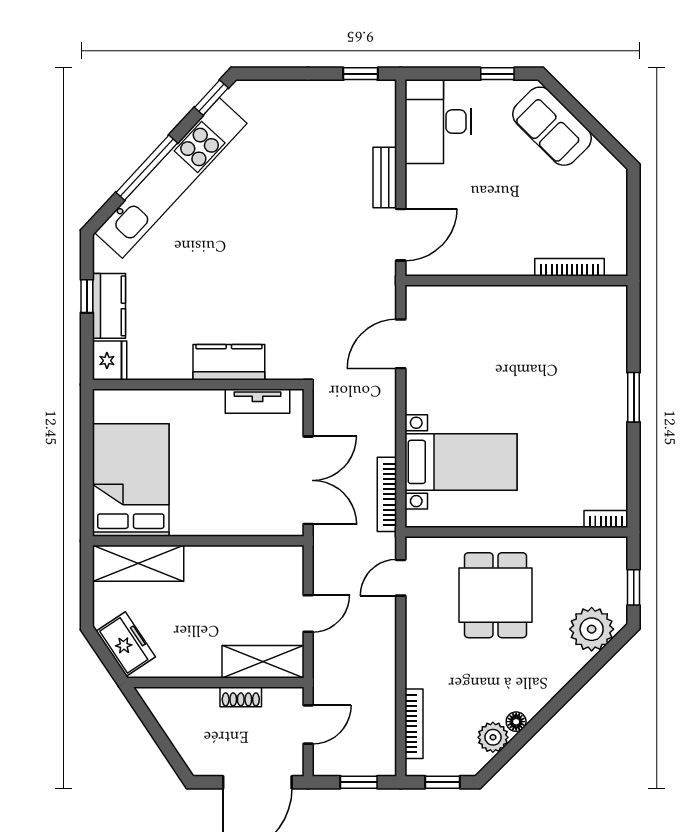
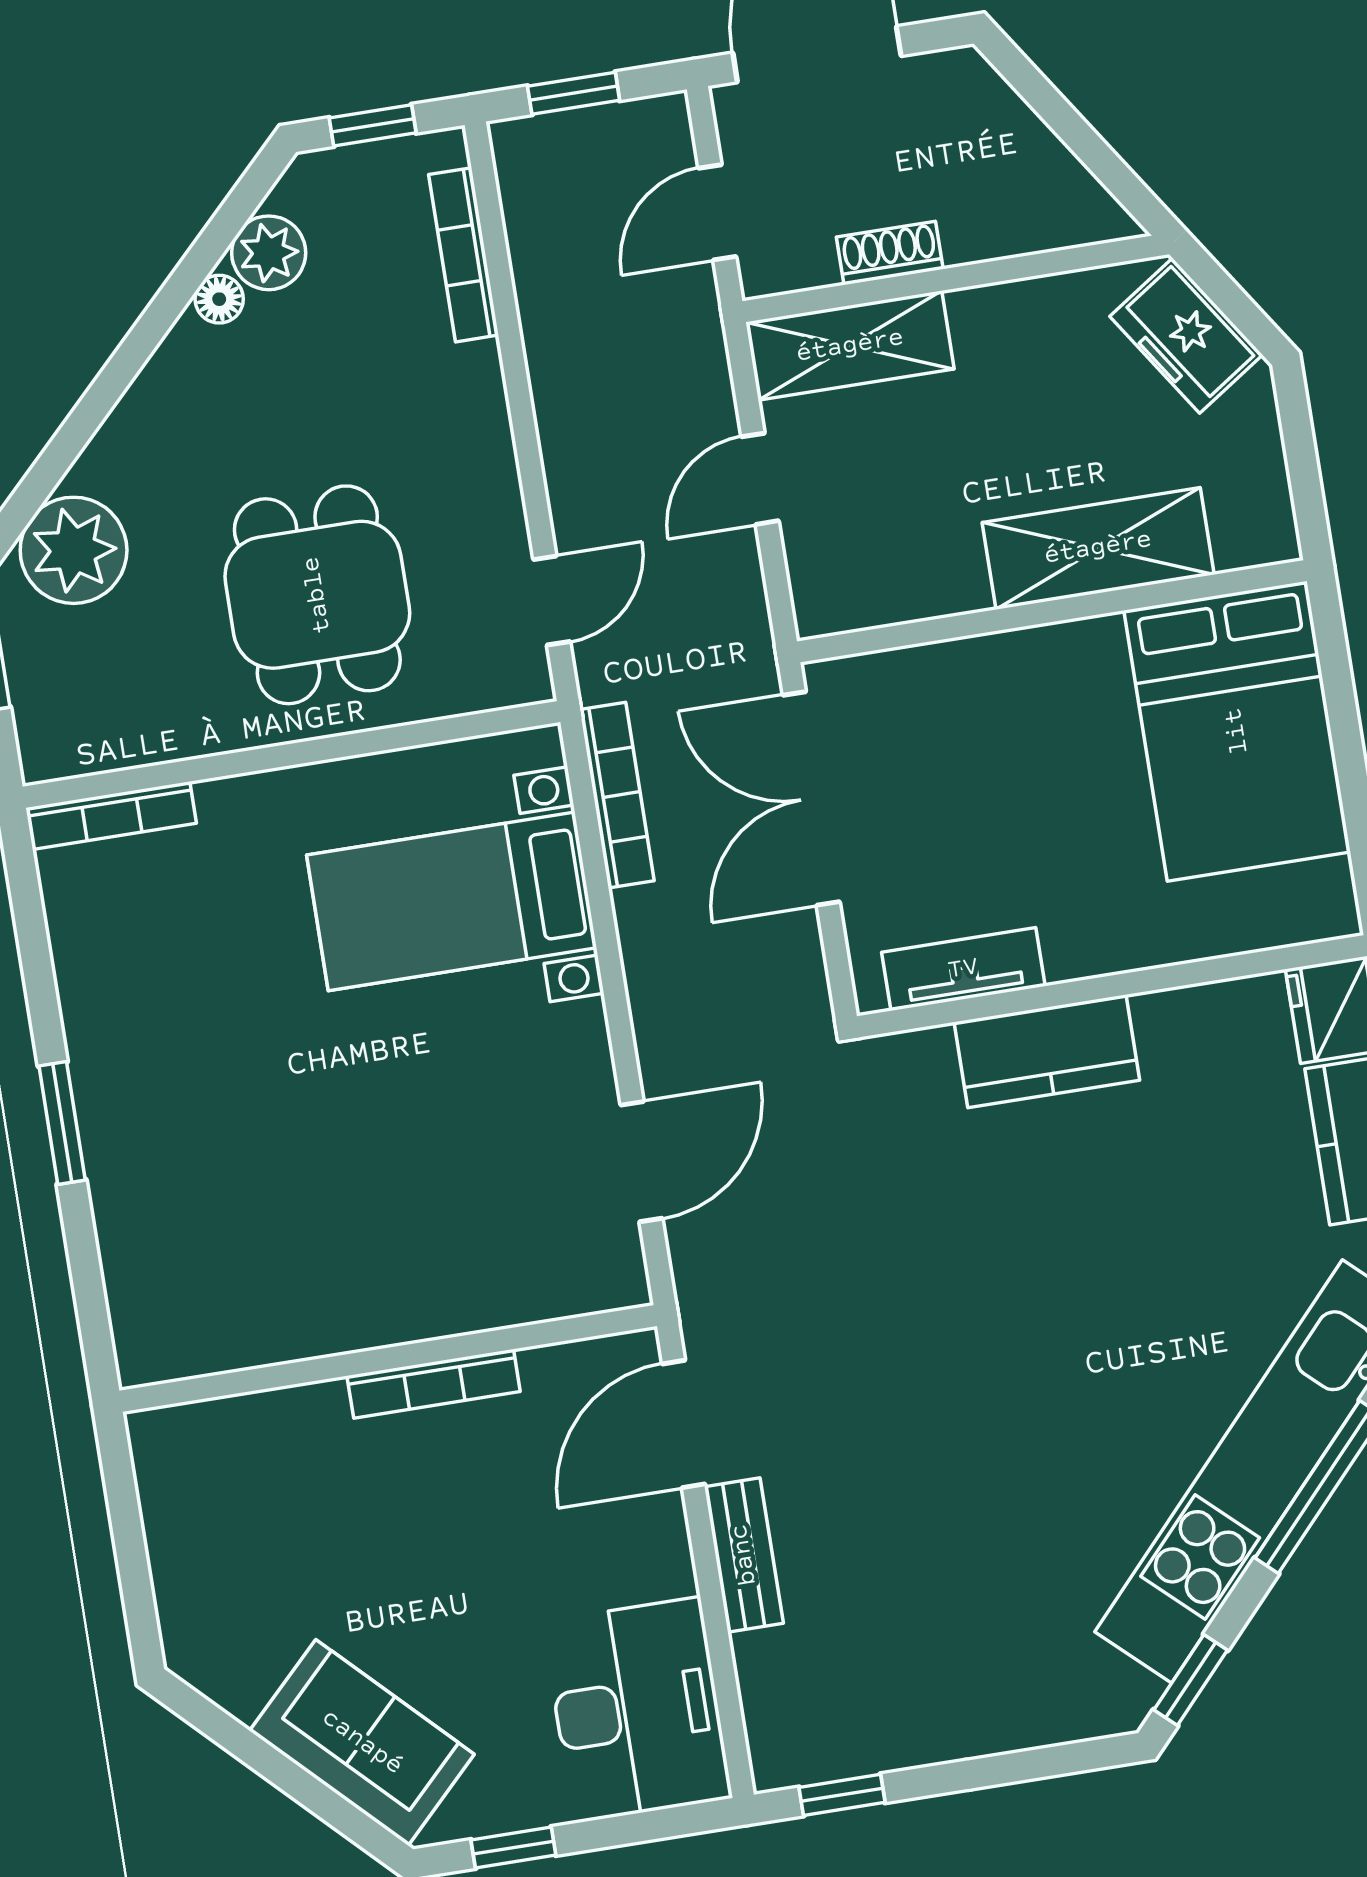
bookcase: (569, 267) -> (434, 1384), moved
bookcase: (606, 519) -> (111, 815), width x1.56
shelving: (138, 563) -> (1098, 548), moved

